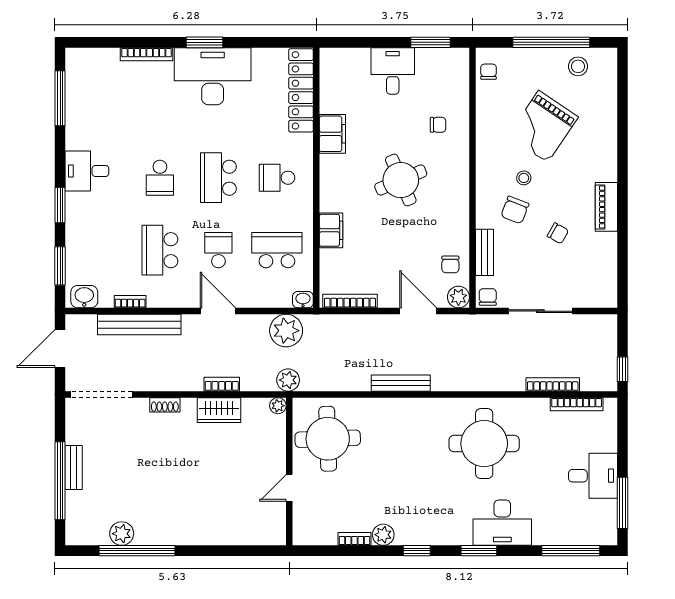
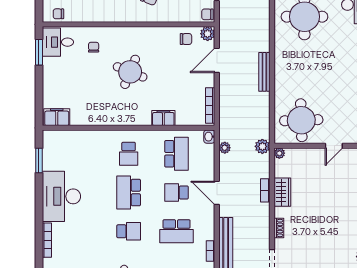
window: (205, 42) -> (39, 160), moved
desk: (393, 71) -> (58, 42), moved
locker: (301, 90) -> (71, 138), removed
filing cabinet: (332, 134) -> (57, 117), moved
school desk: (218, 178) -> (129, 193), turned 90
round table: (401, 180) -> (130, 72), turned 45
school desk: (277, 250) -> (177, 154), turned 180
bench: (485, 252) -> (178, 16), removed
door: (218, 311) -> (217, 193), hinge flipped
plant: (286, 331) -> (225, 148), width x0.53, depth x0.53
door: (289, 488) -> (334, 146), hinge flipped

